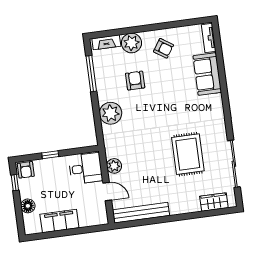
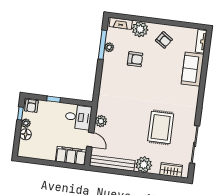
armchair: (135, 81) -> (135, 59), turned 90
plant: (111, 113) -> (109, 47), moved, width x0.53, depth x0.53
plant: (25, 192) -> (26, 123), added
plant: (179, 204) -> (144, 165), added
filing cabinet: (59, 221) -> (71, 156), moved

